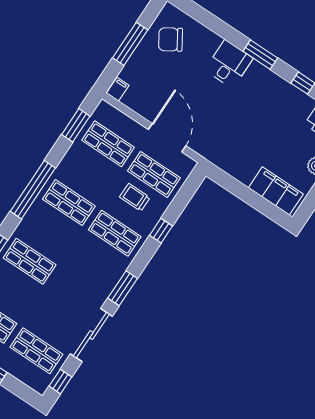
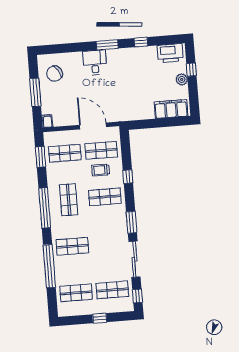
shop shelf: (69, 203) -> (69, 200), turned 90

